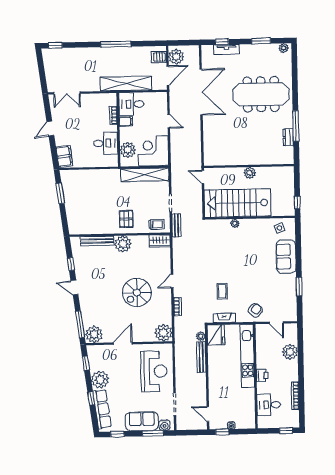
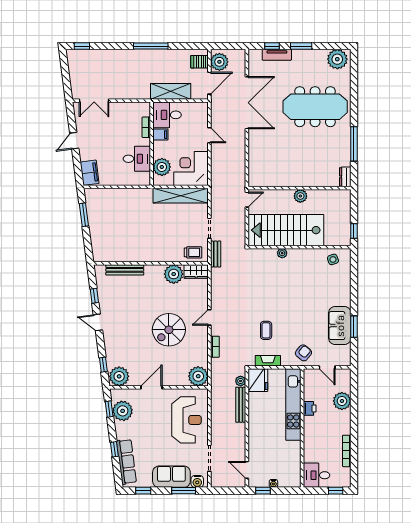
window: (261, 41) -> (301, 46), moved
plant: (284, 48) -> (337, 59), width x1.87, depth x1.87
shelving: (126, 84) -> (171, 91), width x0.68
dresser: (288, 137) -> (345, 177), moved
door: (203, 177) -> (247, 200), swing flipped
pallet: (126, 219) -> (158, 246), removed
plant: (123, 244) -> (174, 274), moved
sofa: (286, 257) -> (340, 326), moved
window: (80, 324) -> (103, 365), width x0.46
printer: (262, 375) -> (310, 408), moved
plant: (100, 380) -> (123, 411), moved
desk: (269, 405) -> (316, 475), moved

